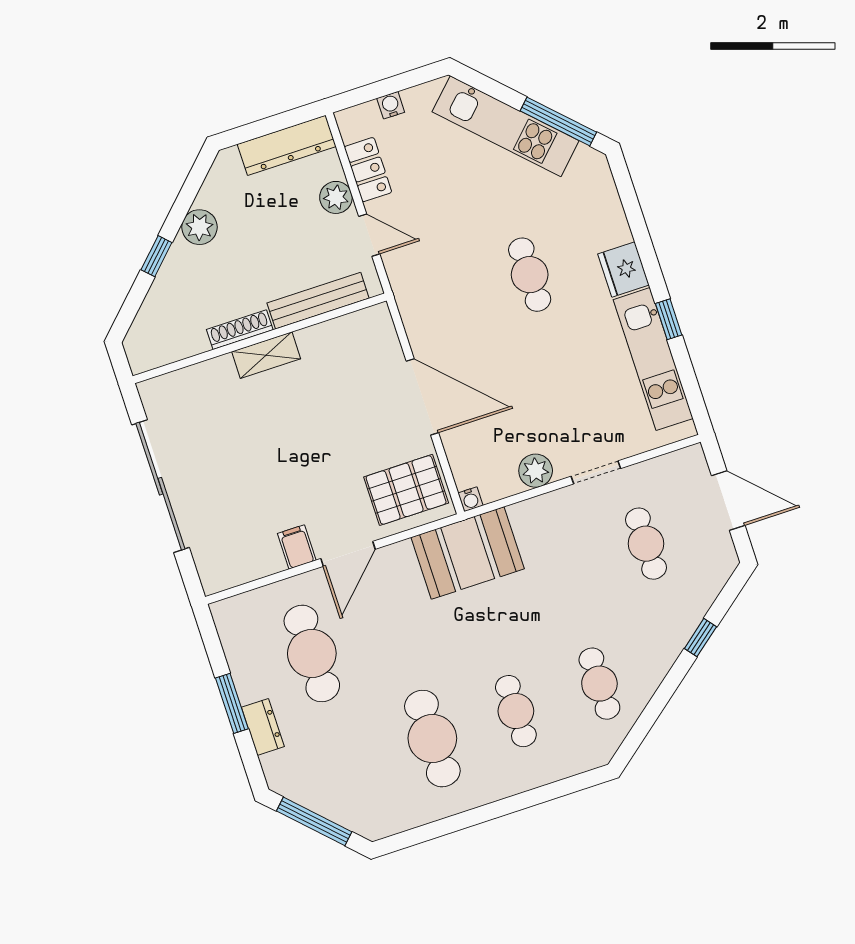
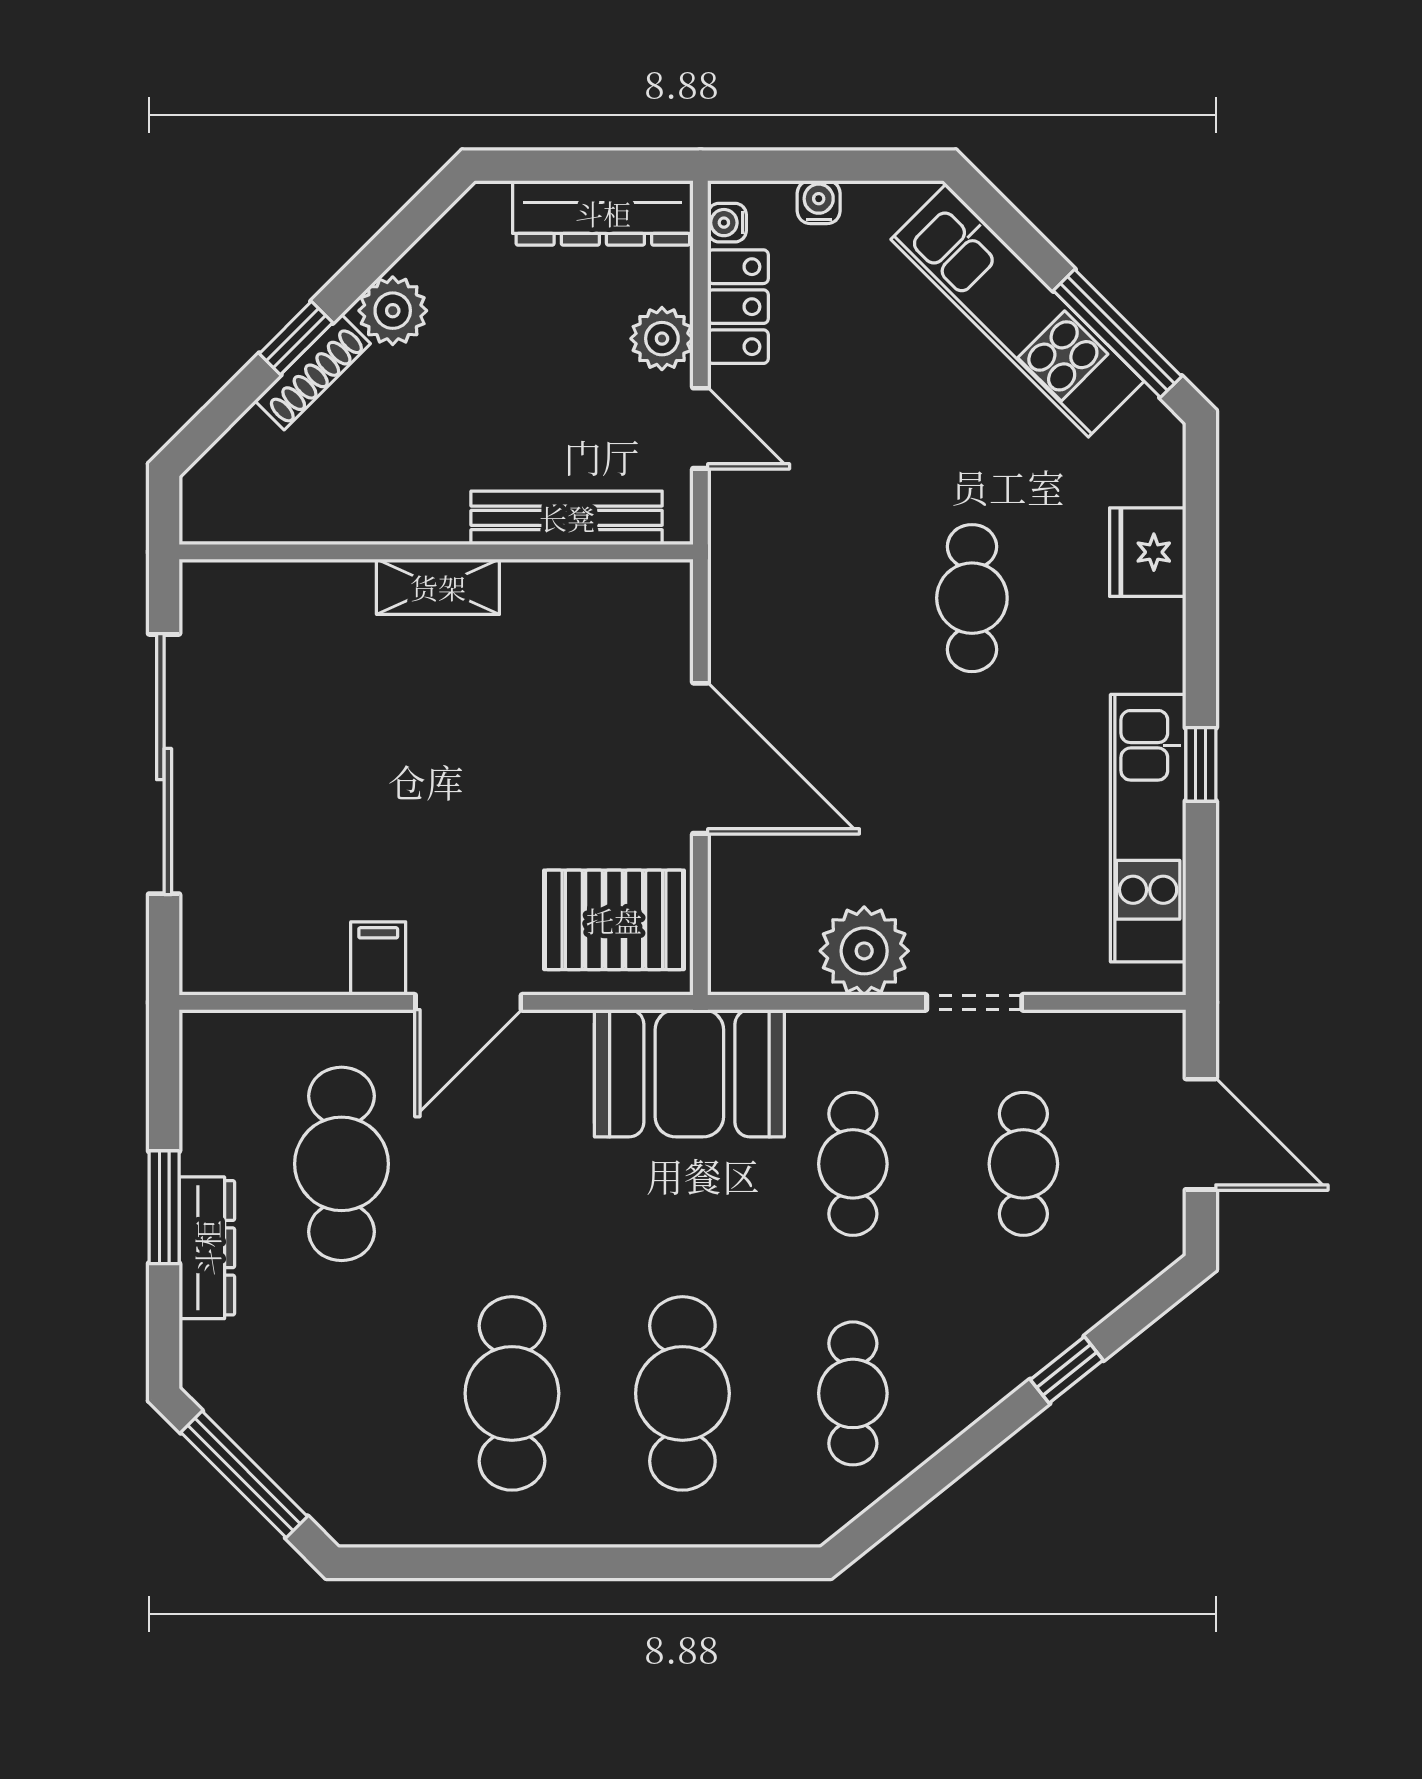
fridge: (623, 269) -> (1148, 552), moved
shoe rack: (240, 330) -> (313, 372), moved, turned 135
plant: (536, 471) -> (864, 951), width x1.36, depth x1.36
water cooler: (470, 499) -> (727, 223), moved, turned 90
cafe table: (562, 571) -> (853, 1164), added
cafe table: (516, 711) -> (682, 1393), width x1.37, depth x1.35
dresser: (263, 727) -> (207, 1248), width x1.44

